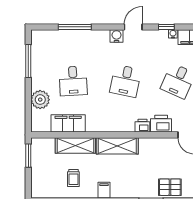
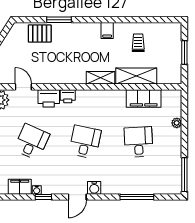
window: (28, 61) -> (184, 175), moved
plant: (40, 100) -> (177, 123), width x0.53, depth x0.53
shelving: (117, 146) -> (101, 78), width x0.67, depth x0.75
window: (28, 156) -> (184, 53), moved

